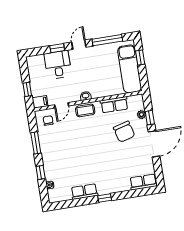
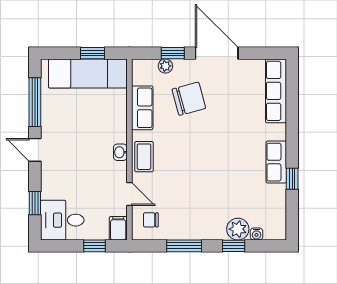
window: (57, 48) -> (35, 203), moved
window: (140, 57) -> (92, 53), moved
desk: (58, 65) -> (62, 220), moved
plant: (51, 173) -> (238, 229), added
row of seats: (143, 182) -> (276, 91), width x1.48
row of seats: (84, 192) -> (276, 162), moved
window: (105, 198) -> (292, 179), moved

